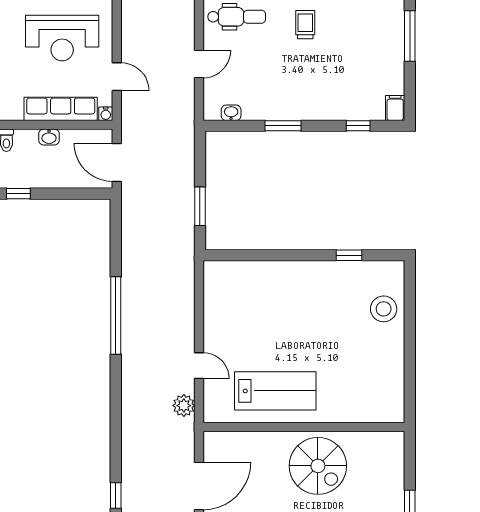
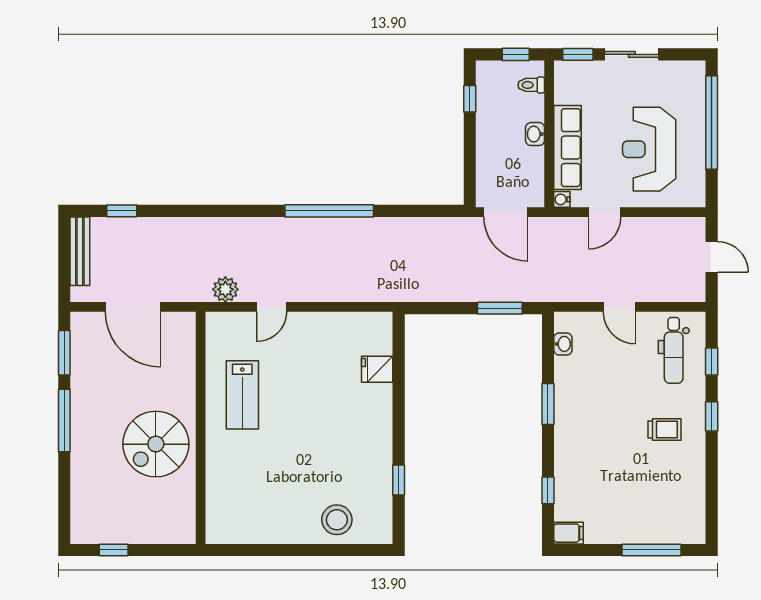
door: (117, 162) -> (506, 212), swing flipped
window: (200, 206) -> (500, 308), moved
fridge: (253, 274) -> (377, 369), added
lab bench: (275, 391) -> (242, 395), width x0.73, depth x0.72

